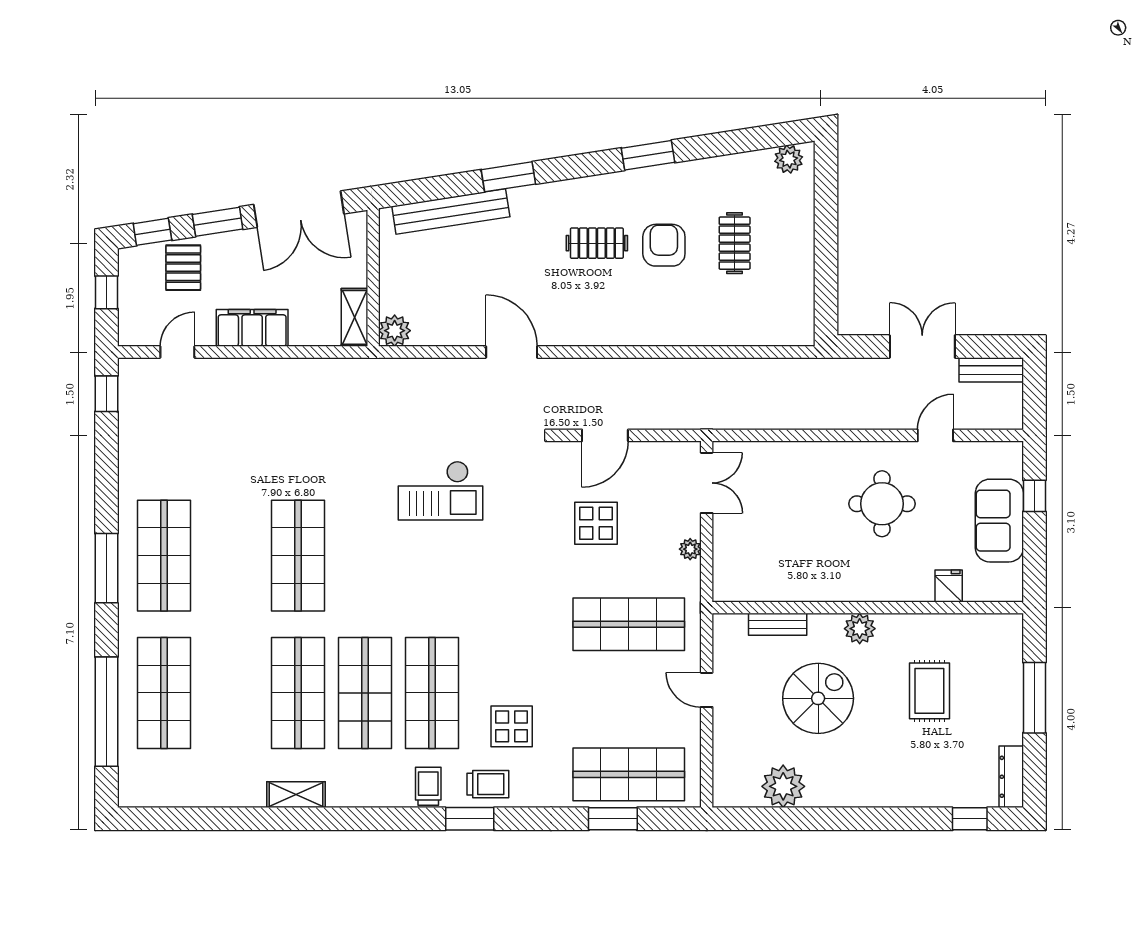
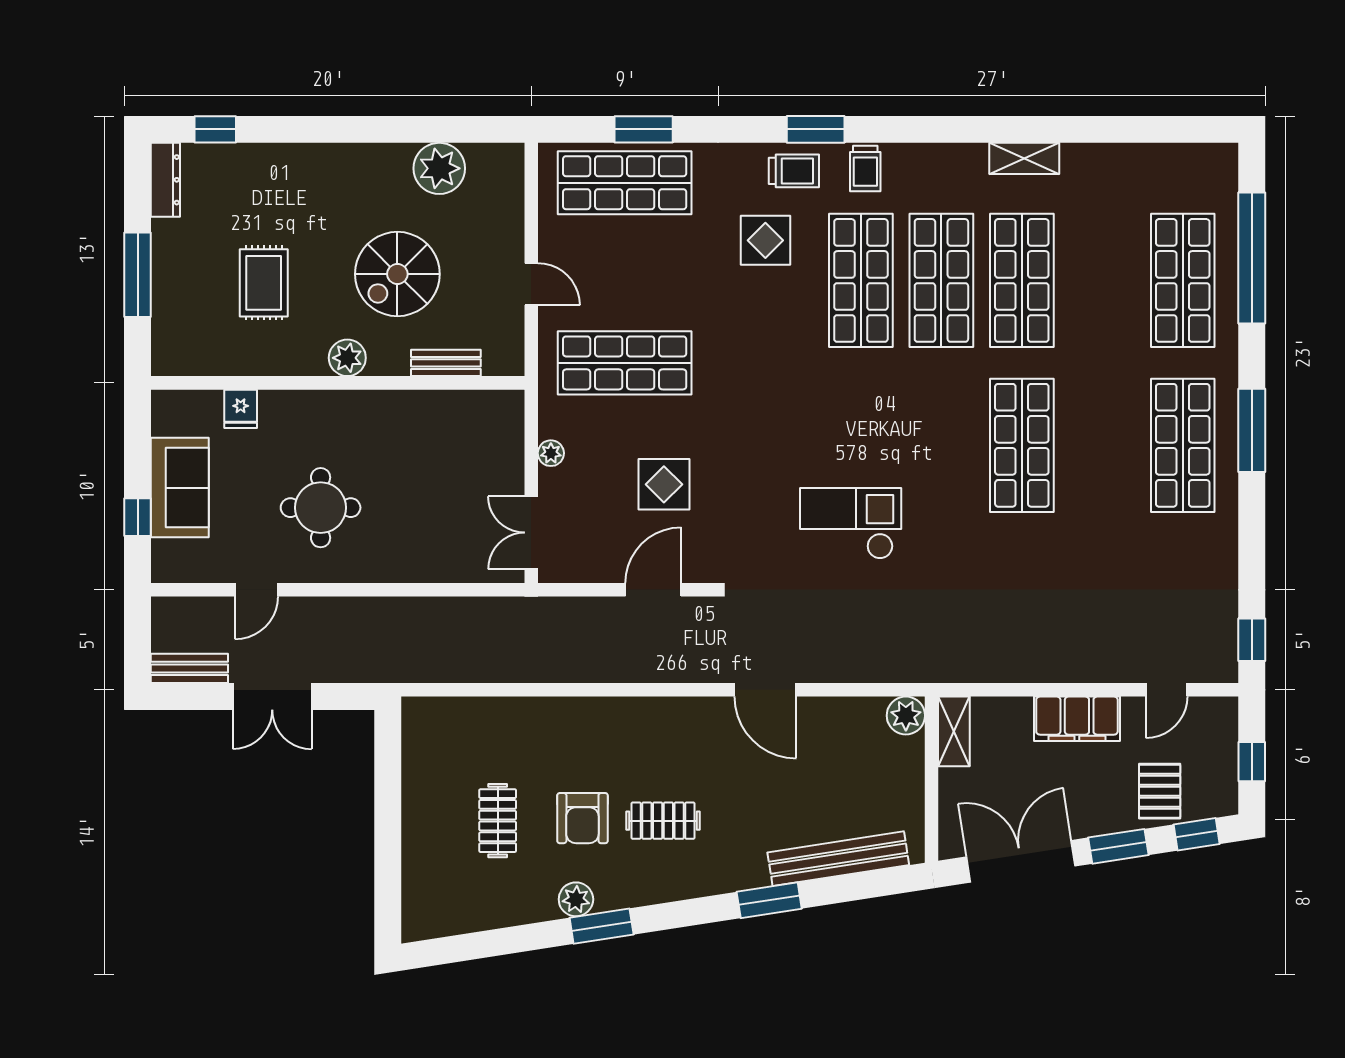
plant: (789, 159) -> (576, 899), moved
trolley: (488, 784) -> (794, 171), turned 180

